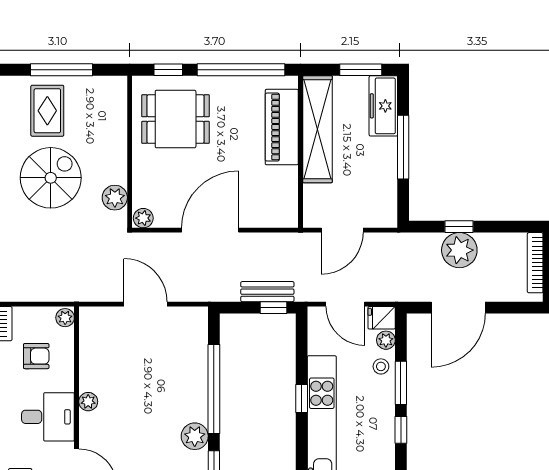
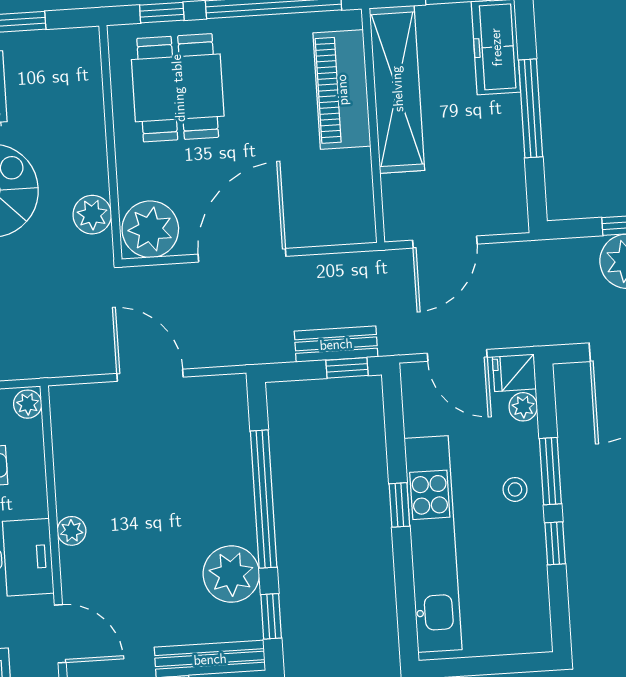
dining table: (176, 119) -> (178, 88), turned 90
plant: (143, 218) -> (150, 229), width x1.87, depth x1.87
stool: (381, 366) -> (515, 489), moved
plant: (195, 436) -> (231, 574), width x1.36, depth x1.36

